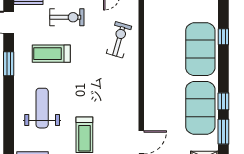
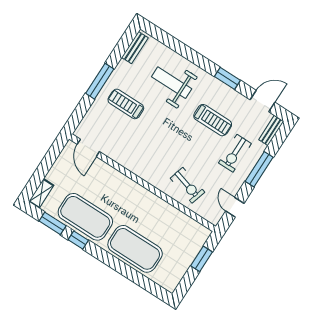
window: (223, 37) -> (133, 275), removed
treadmill: (51, 54) -> (213, 120), turned 90
weight bench: (42, 108) -> (172, 83), turned 180

